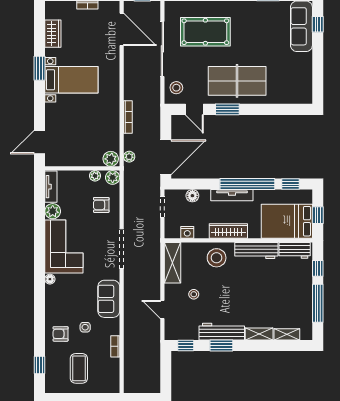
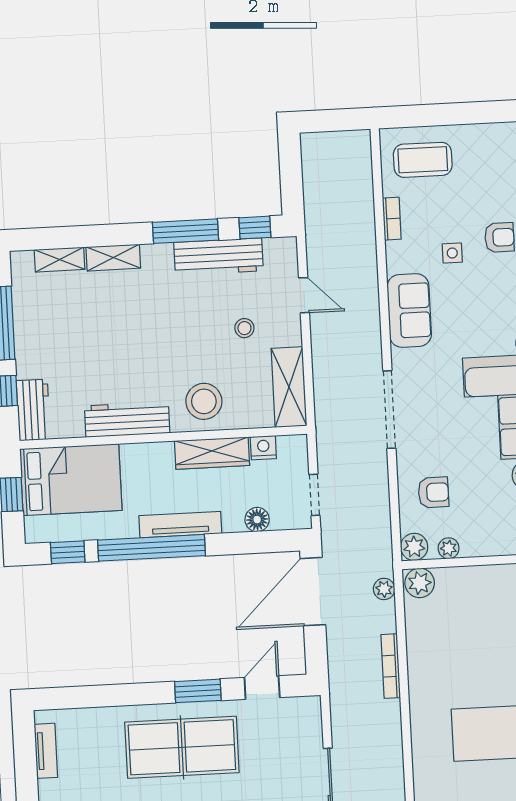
tv unit: (307, 83) -> (46, 751), added
stool: (176, 88) -> (299, 728), removed
door: (194, 109) -> (262, 688), hinge flipped
wardrobe: (228, 231) -> (212, 453), moved
workbench: (295, 250) -> (33, 410), moved, turned 90
workbench: (222, 332) -> (218, 257), moved
window: (221, 346) -> (185, 231), width x1.44
coffee table: (79, 368) -> (423, 160), moved, turned 90

